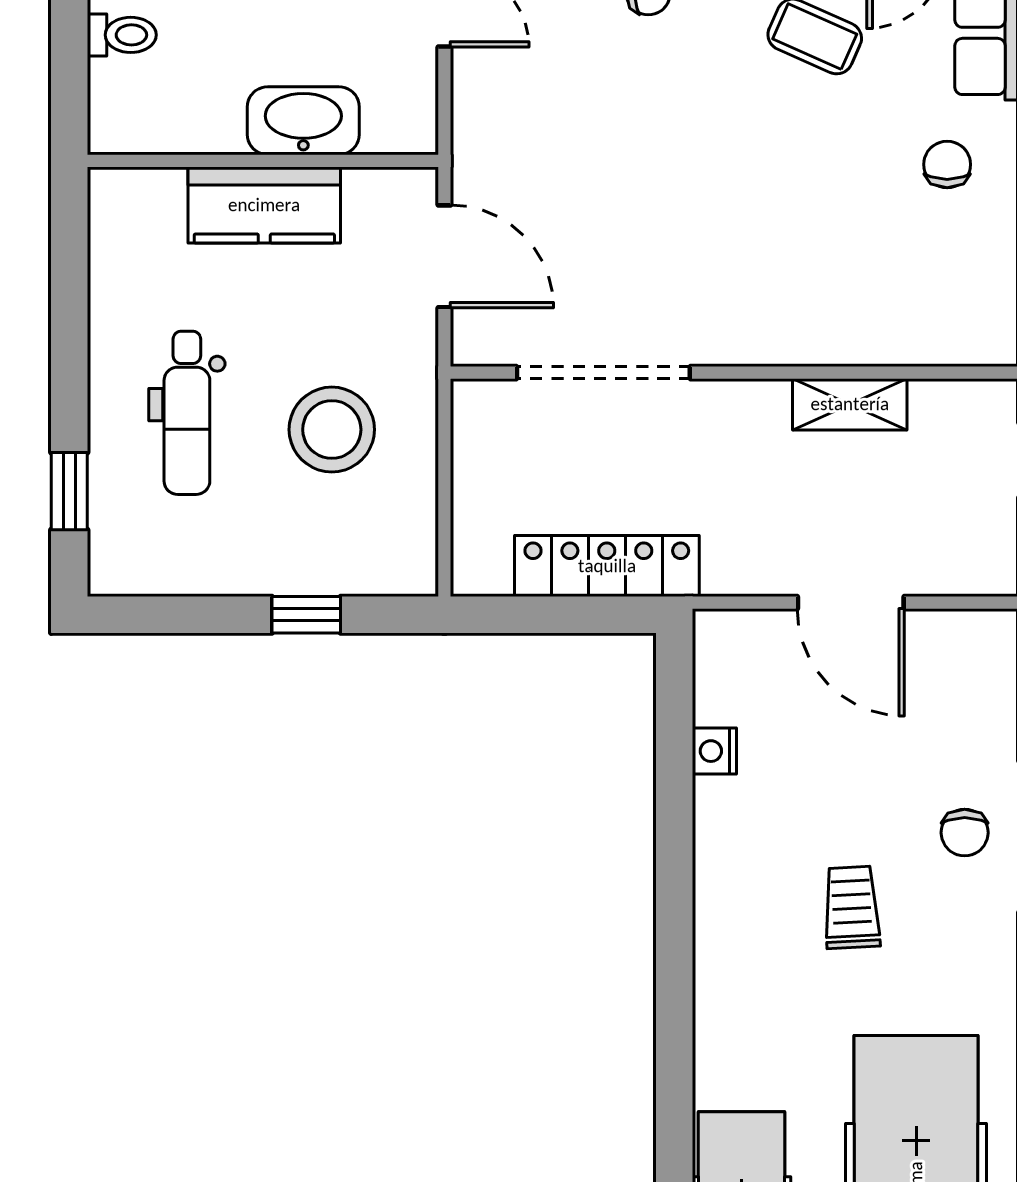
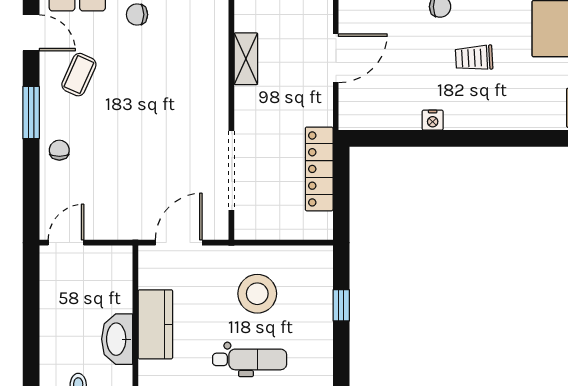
washbasin: (303, 121) -> (117, 339), moved
nightstand: (714, 751) -> (433, 120), moved

